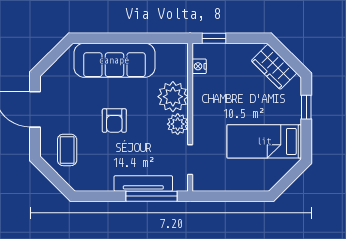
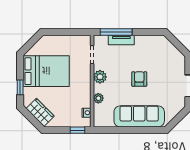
plant: (173, 97) -> (98, 98), width x0.53, depth x0.53
bed: (264, 141) -> (46, 71), width x1.50
coffee table: (67, 150) -> (169, 61), removed
tv unit: (143, 183) -> (121, 40), width x0.71

